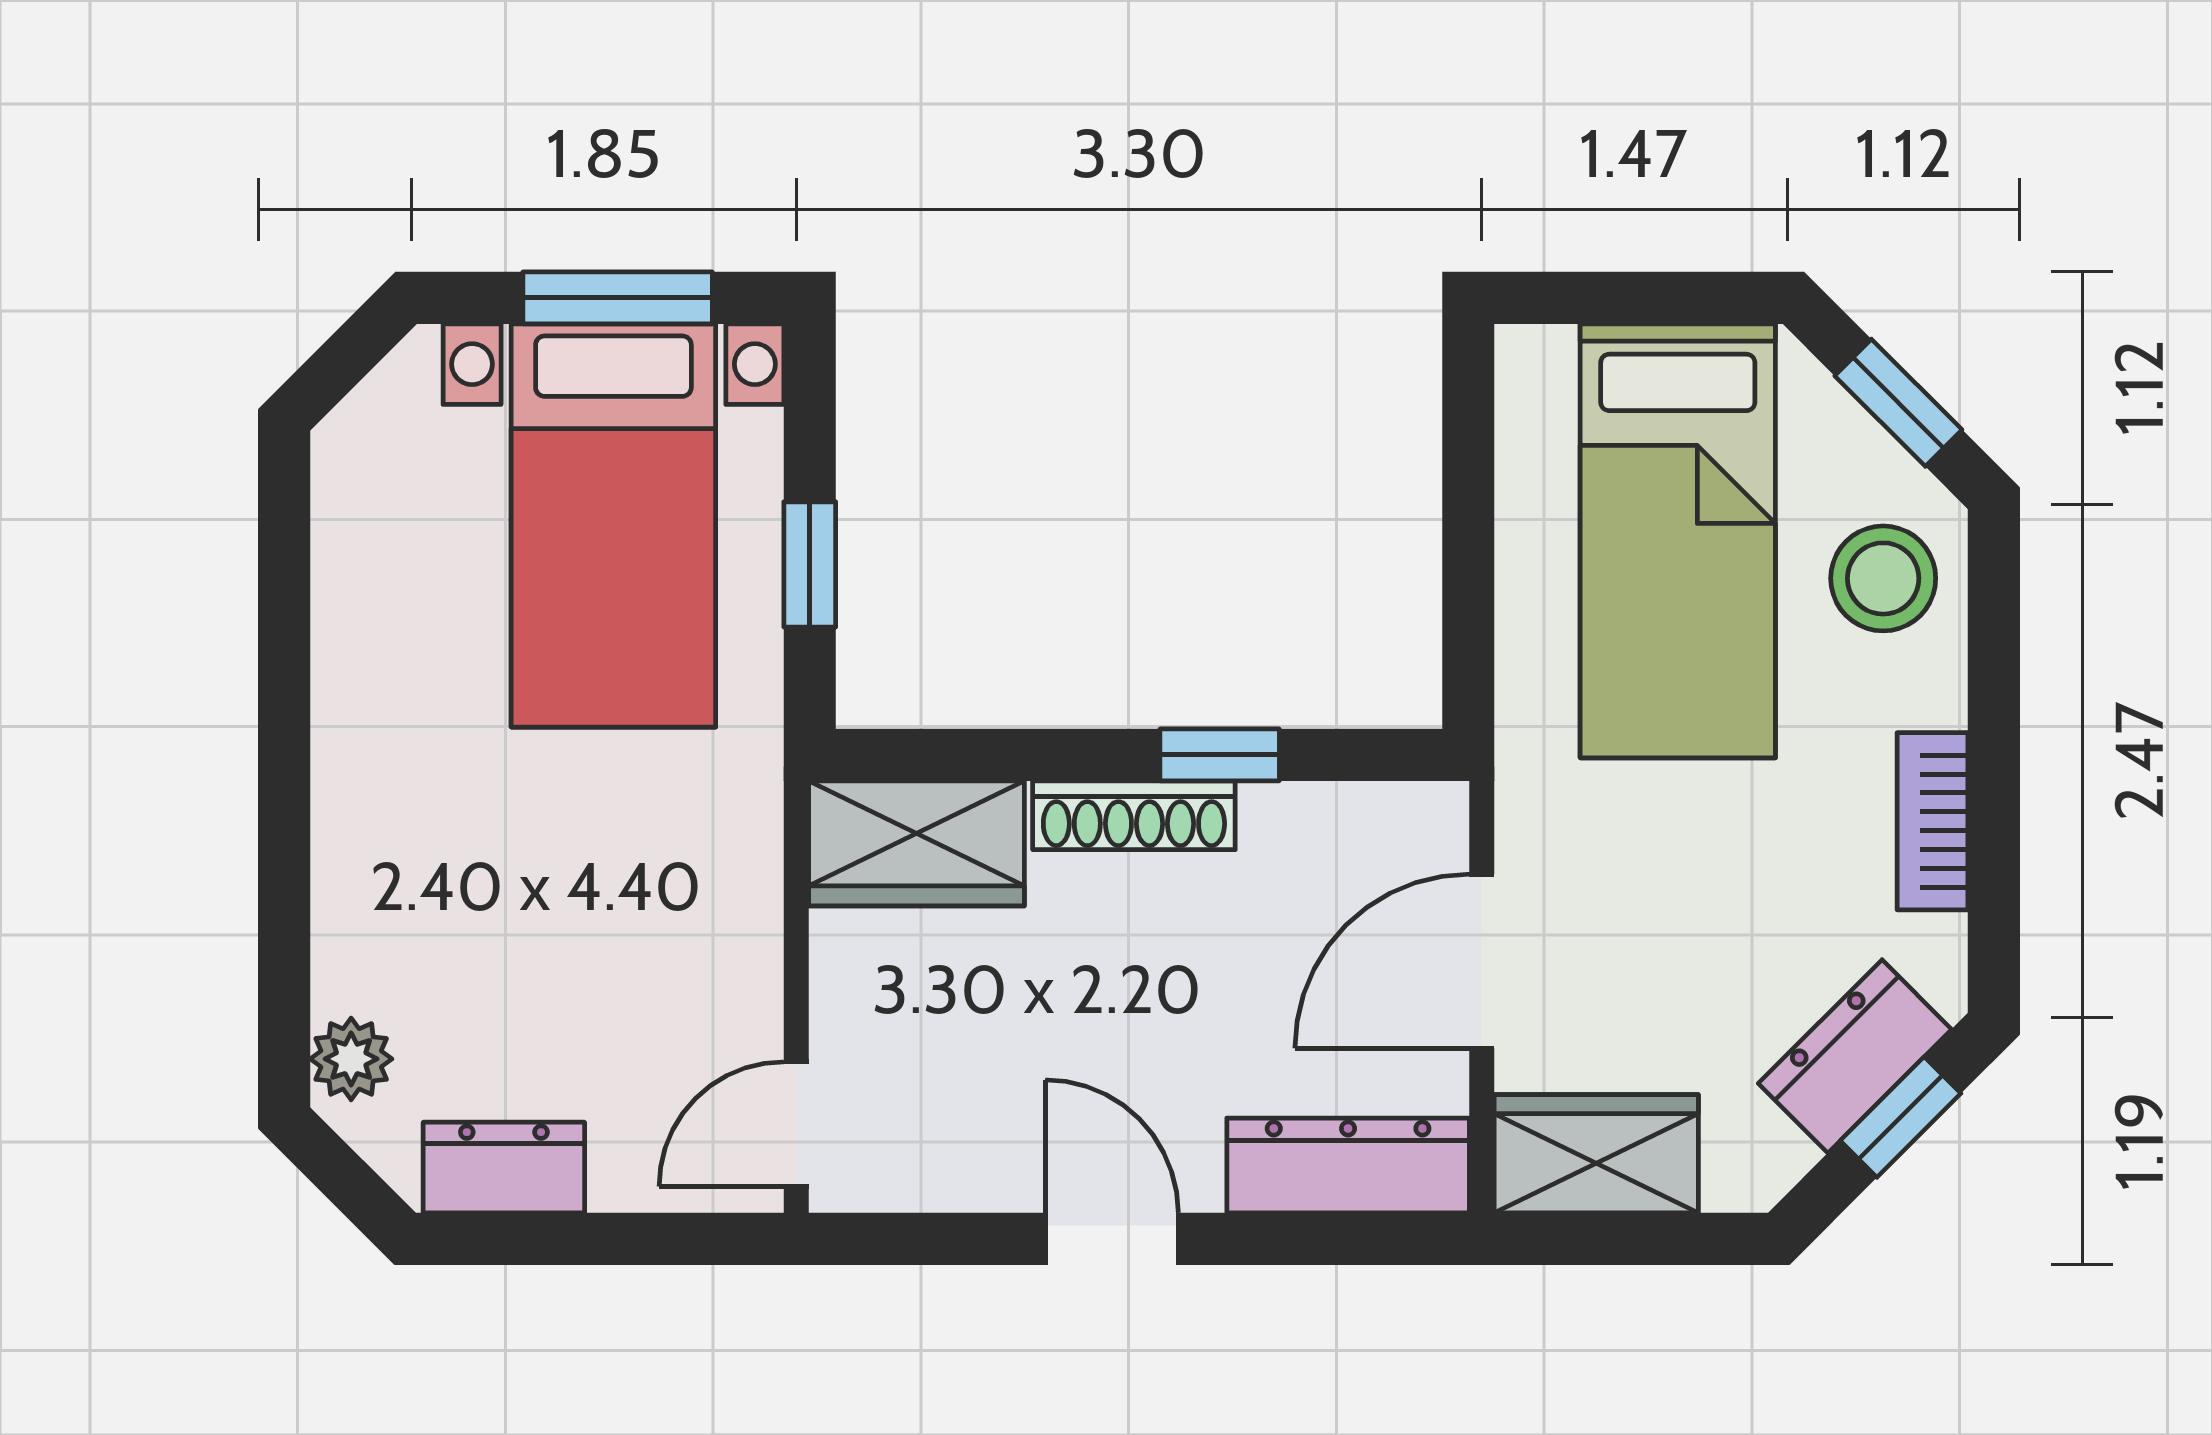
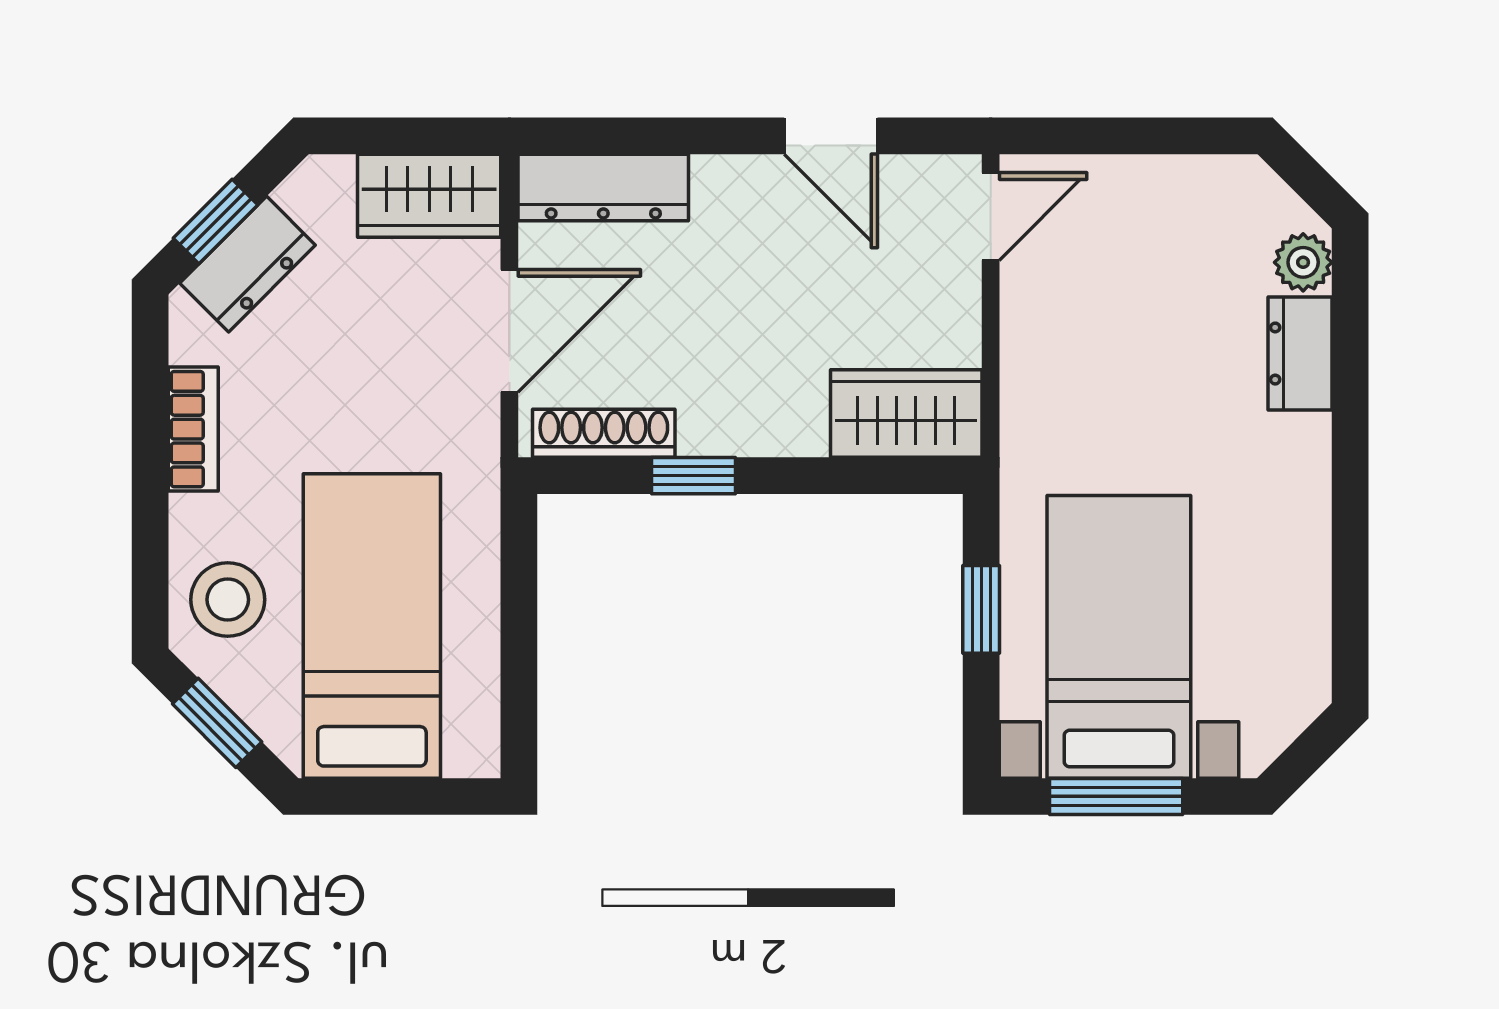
shoe rack: (1134, 815) -> (604, 433), moved
dresser: (504, 1168) -> (1300, 354), moved, turned 90
door: (1112, 1239) -> (831, 136), moved

